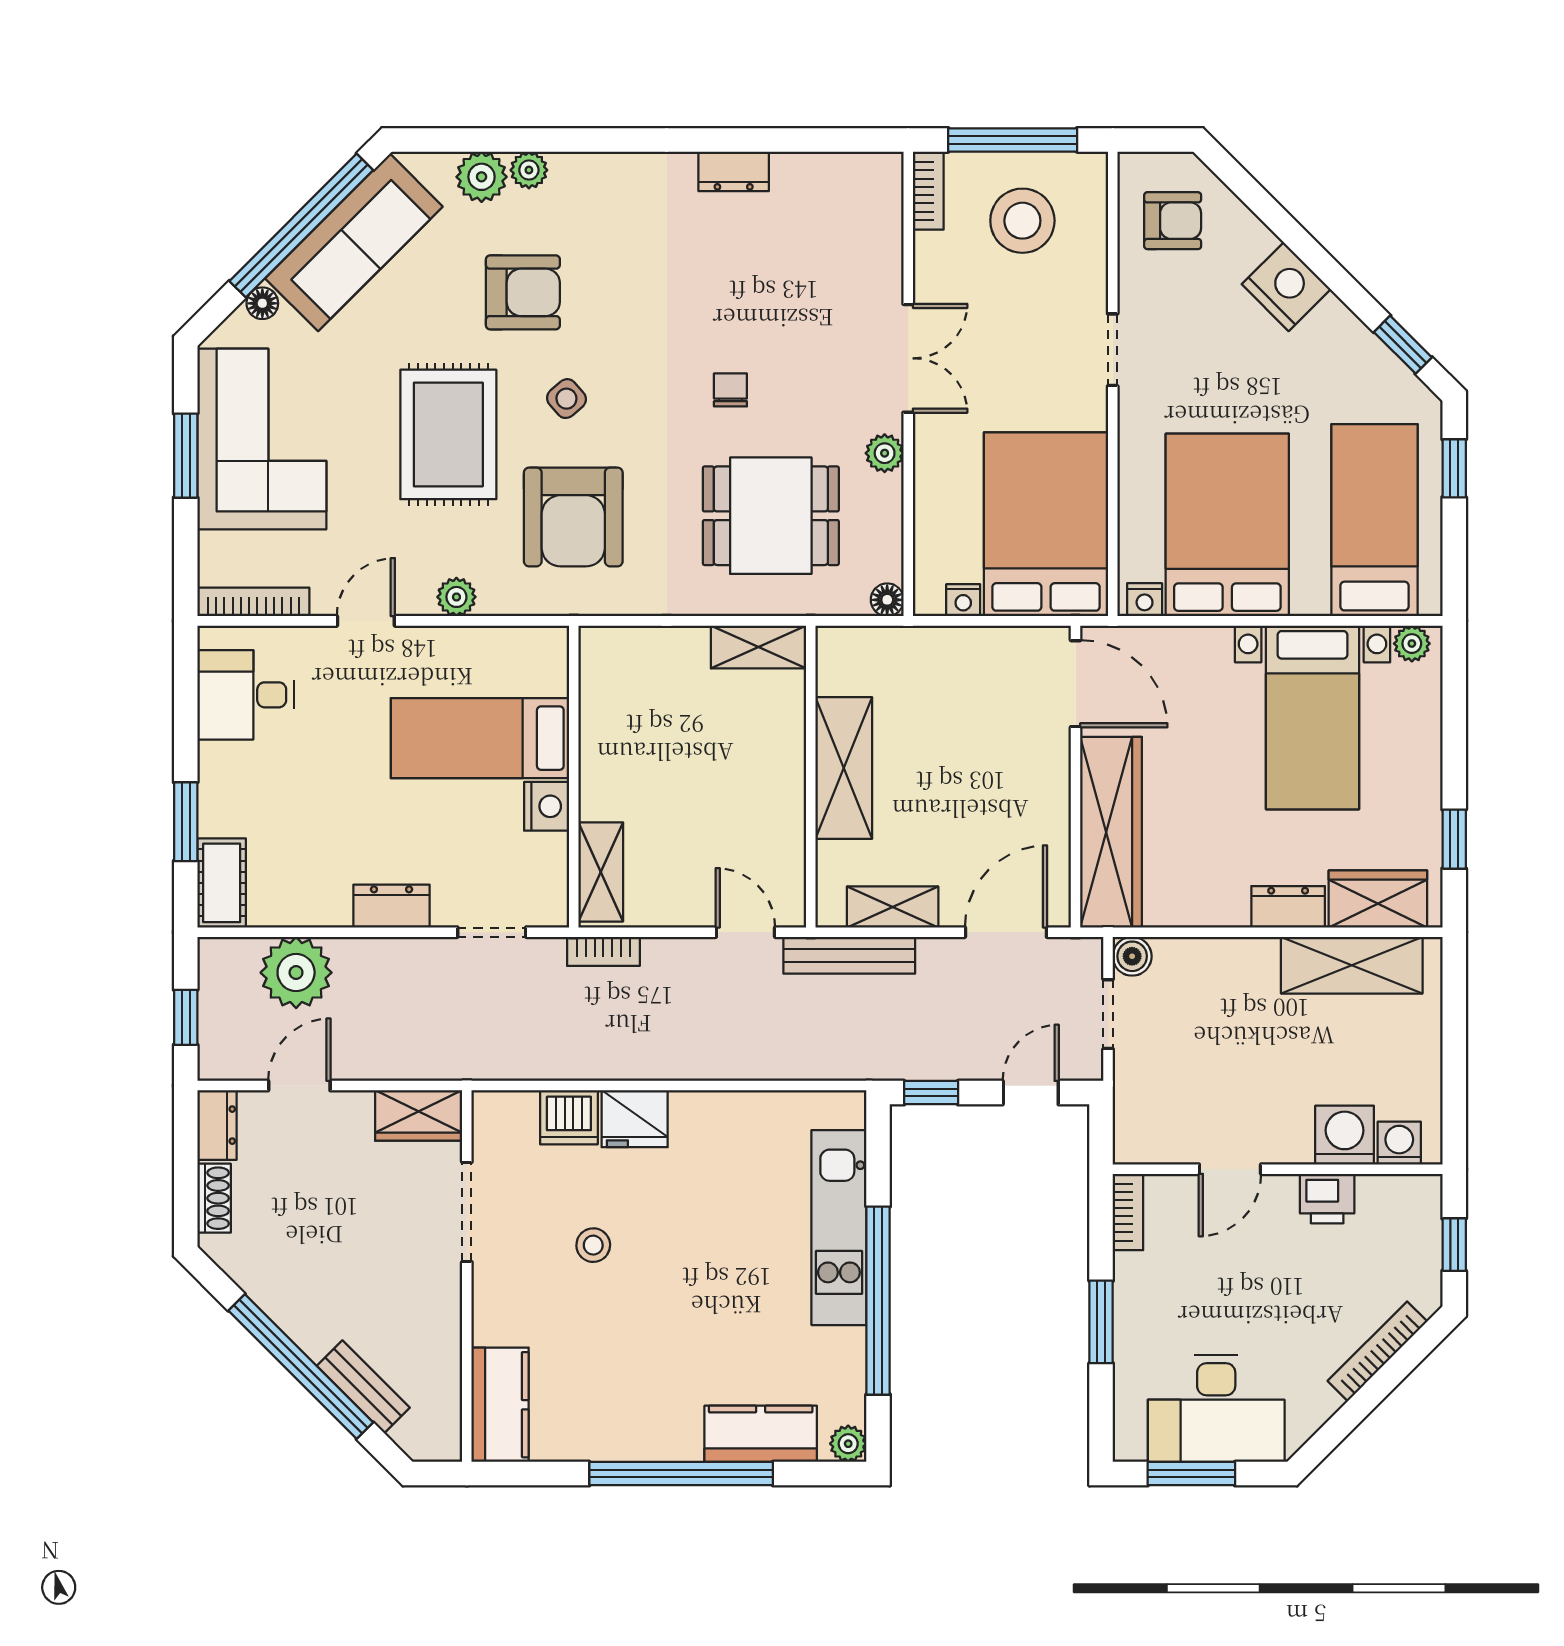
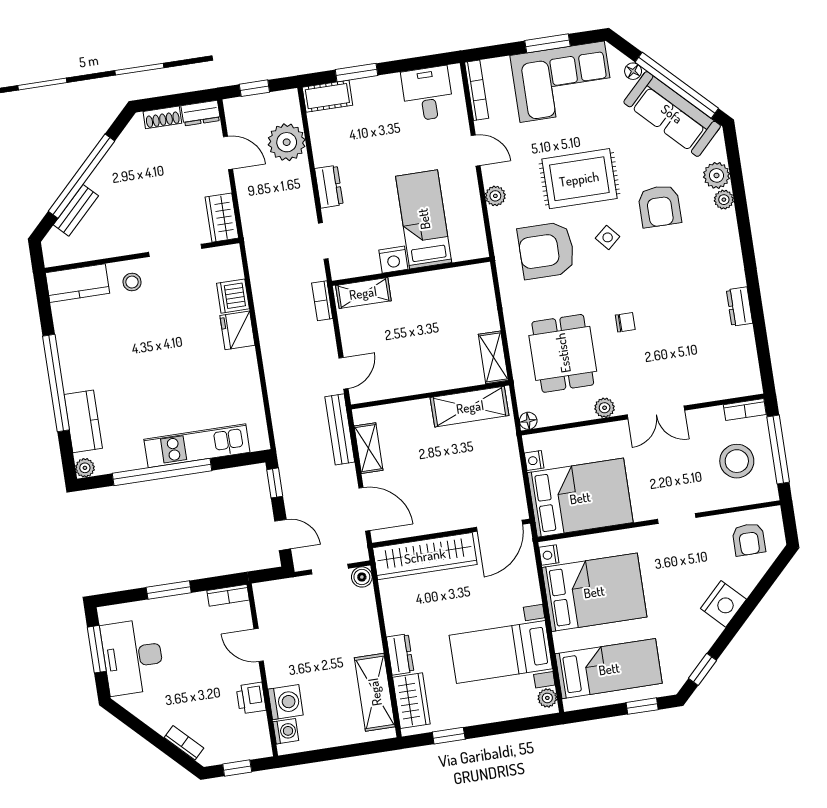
shelving: (844, 768) -> (470, 407), moved
stool: (593, 1245) -> (132, 282), moved
bookcase: (1377, 1351) -> (184, 743), width x0.64

